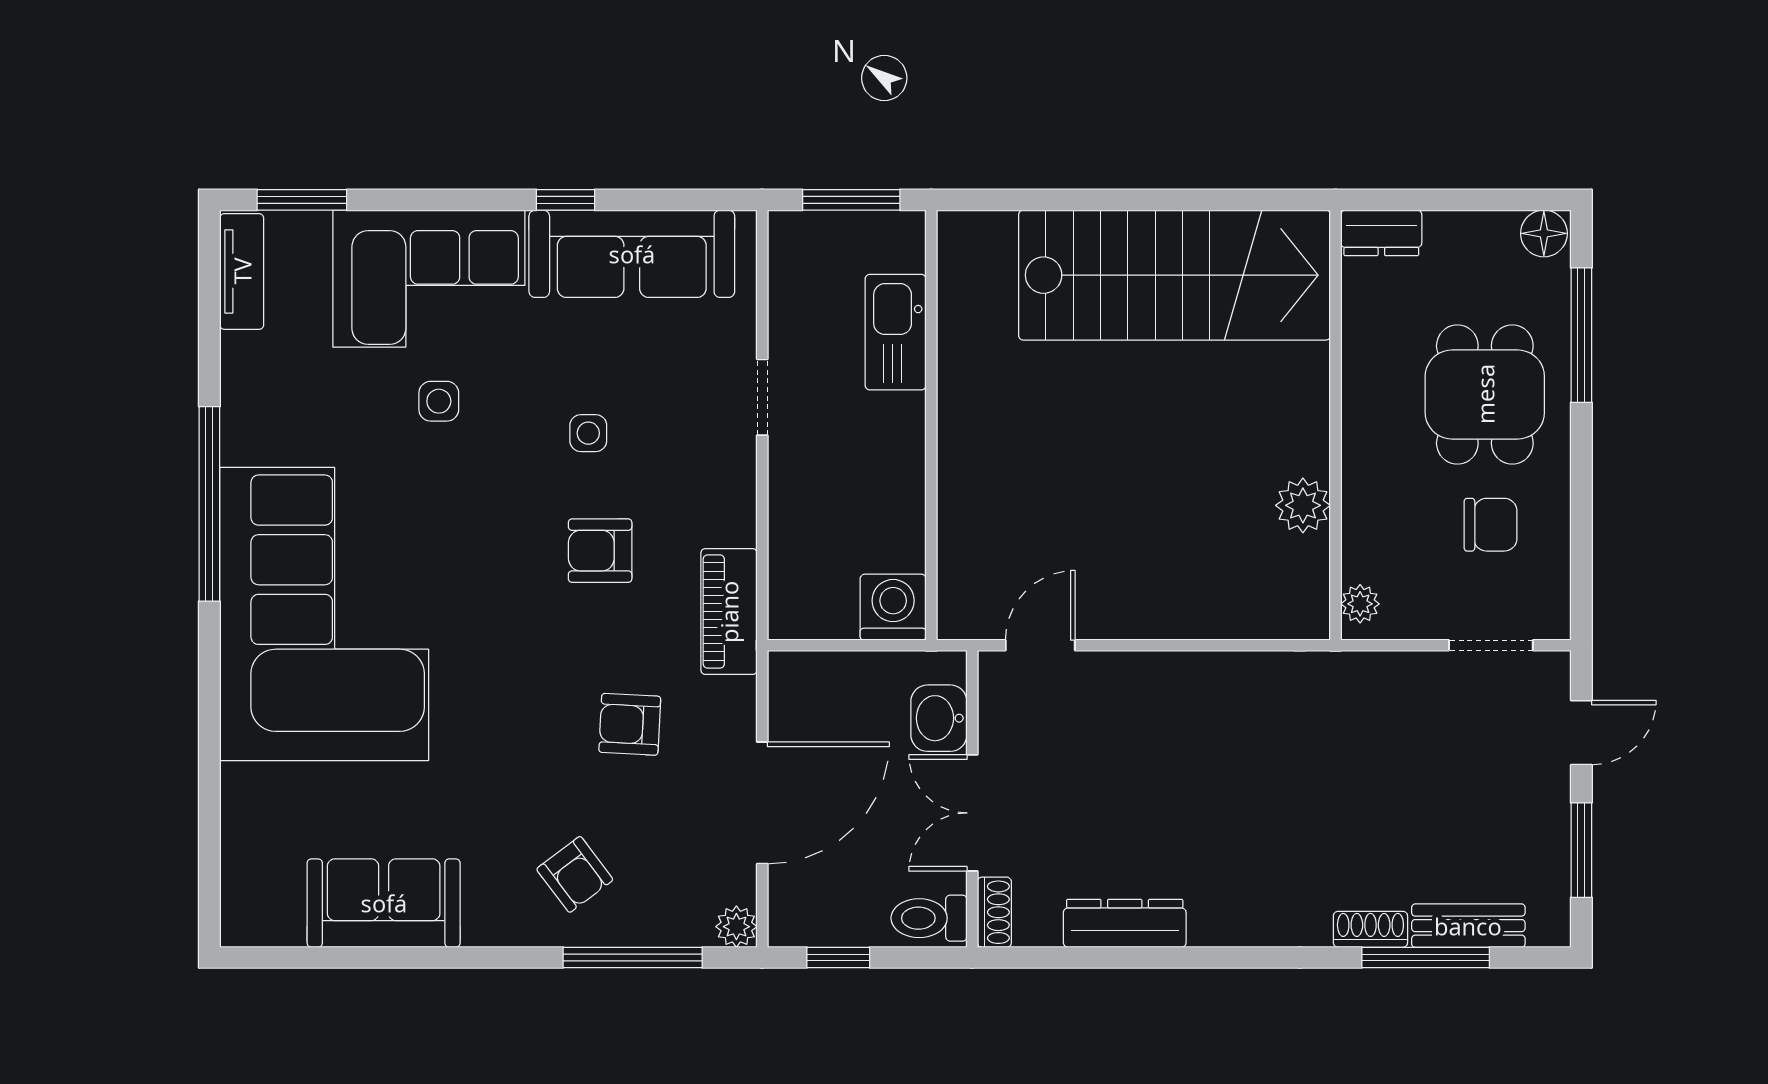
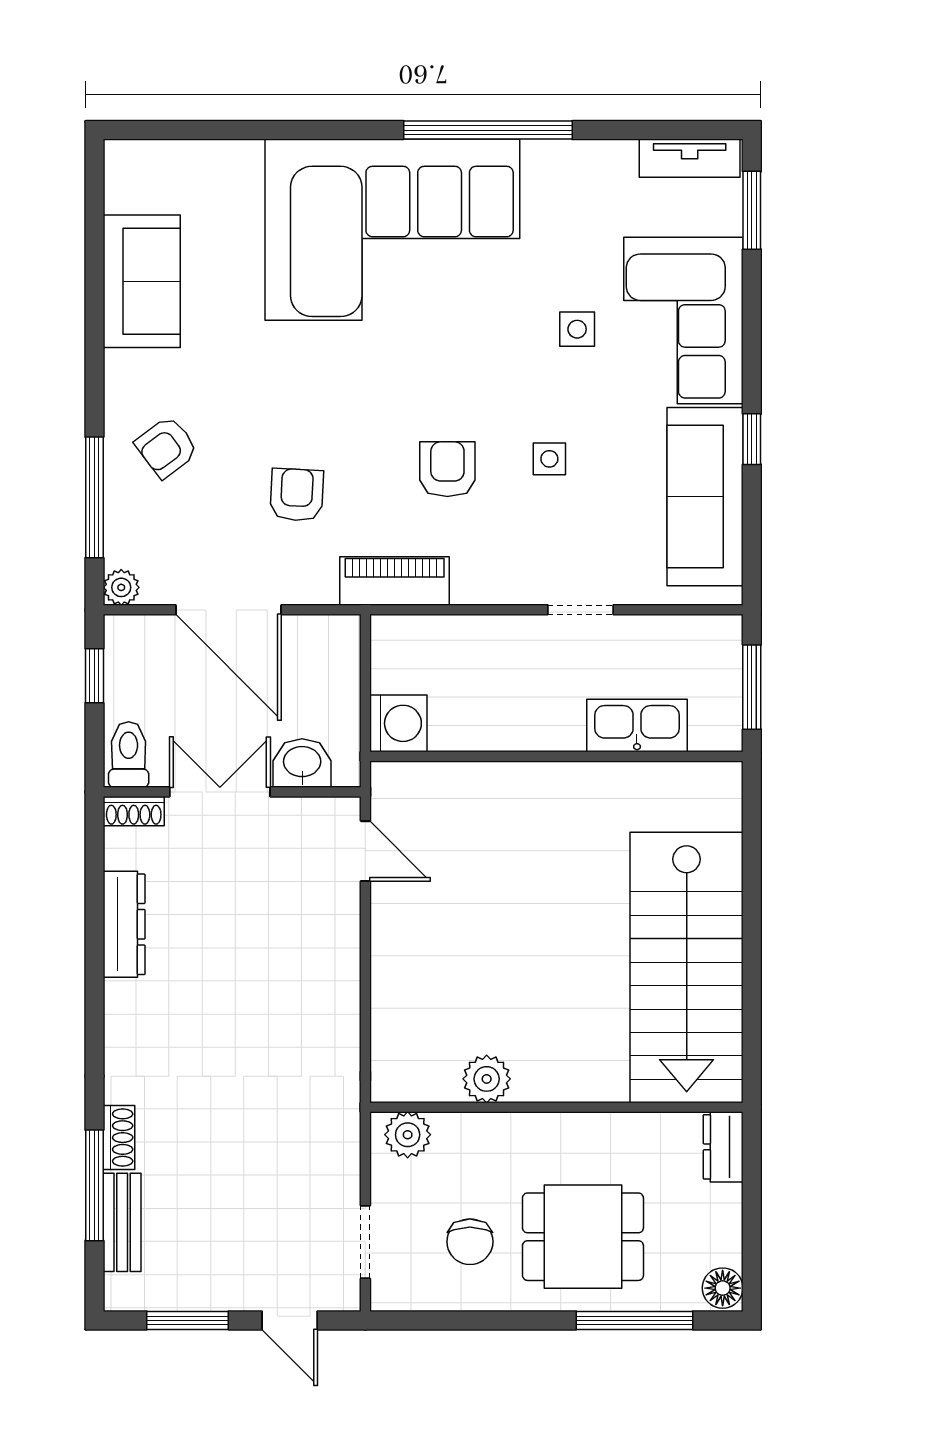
plant: (1360, 604) -> (408, 1135), width x1.38, depth x1.38

